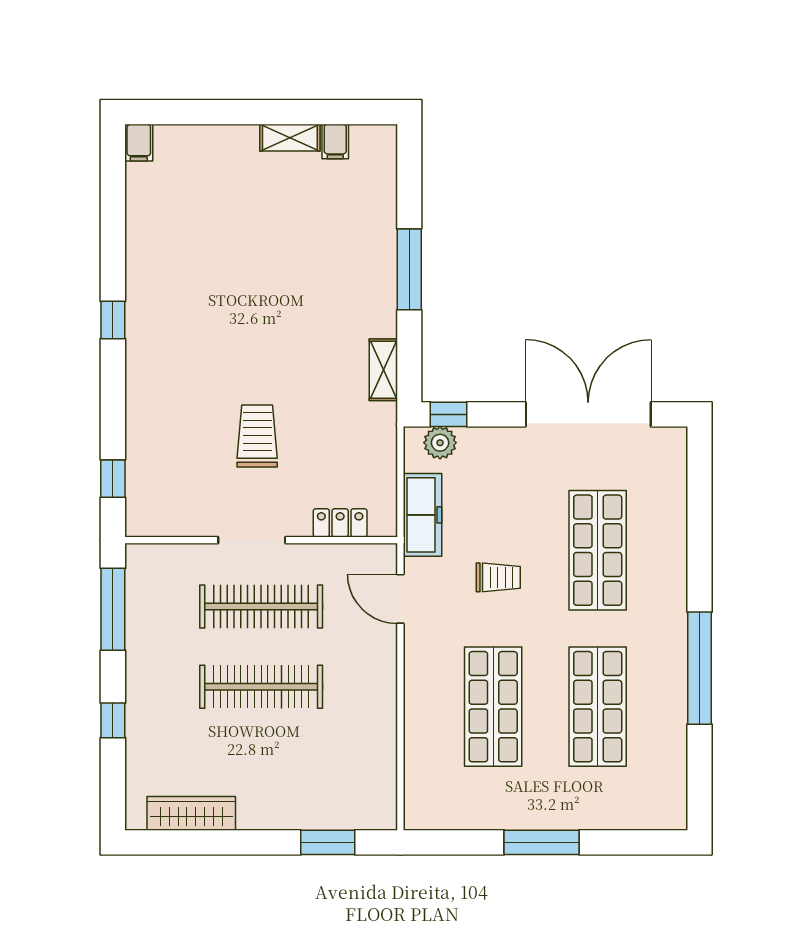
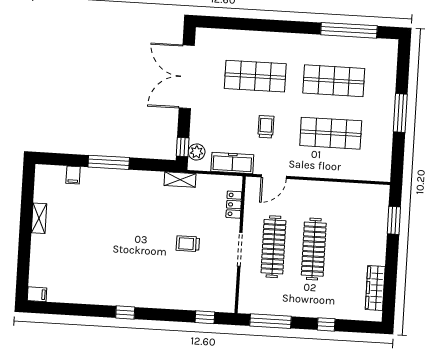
filing cabinet: (335, 142) -> (73, 175), moved, turned 90
shelving: (383, 370) -> (180, 180), moved
trolley: (257, 436) -> (188, 244), width x0.73, depth x0.72
window: (700, 668) -> (349, 30), moved

